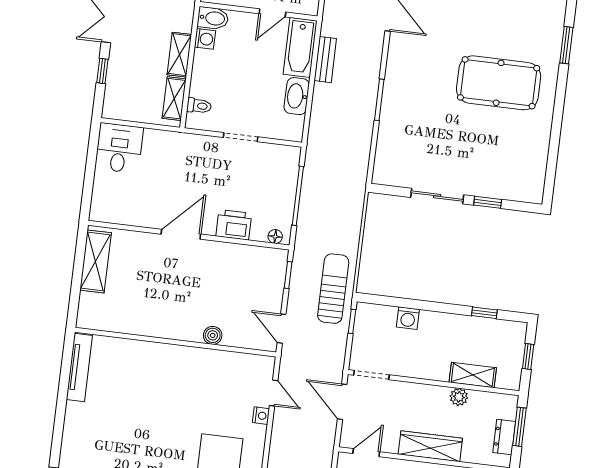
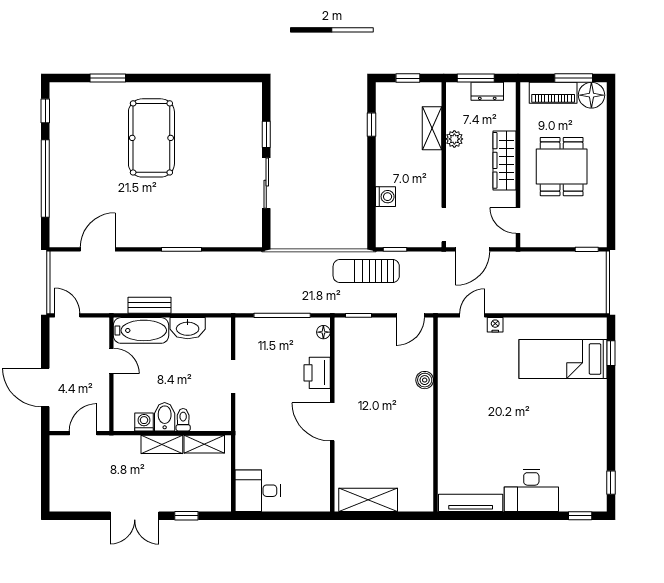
bidet: (213, 18) -> (165, 417), moved
toilet: (199, 106) -> (183, 420), moved
desk: (85, 432) -> (531, 490), added

